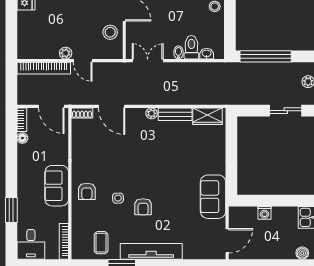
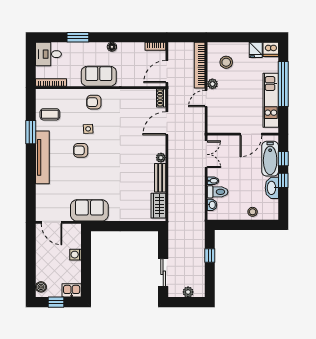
stool: (110, 32) -> (226, 62), moved
window: (266, 56) -> (210, 255), width x0.32
floor lamp: (22, 138) -> (112, 47), moved

